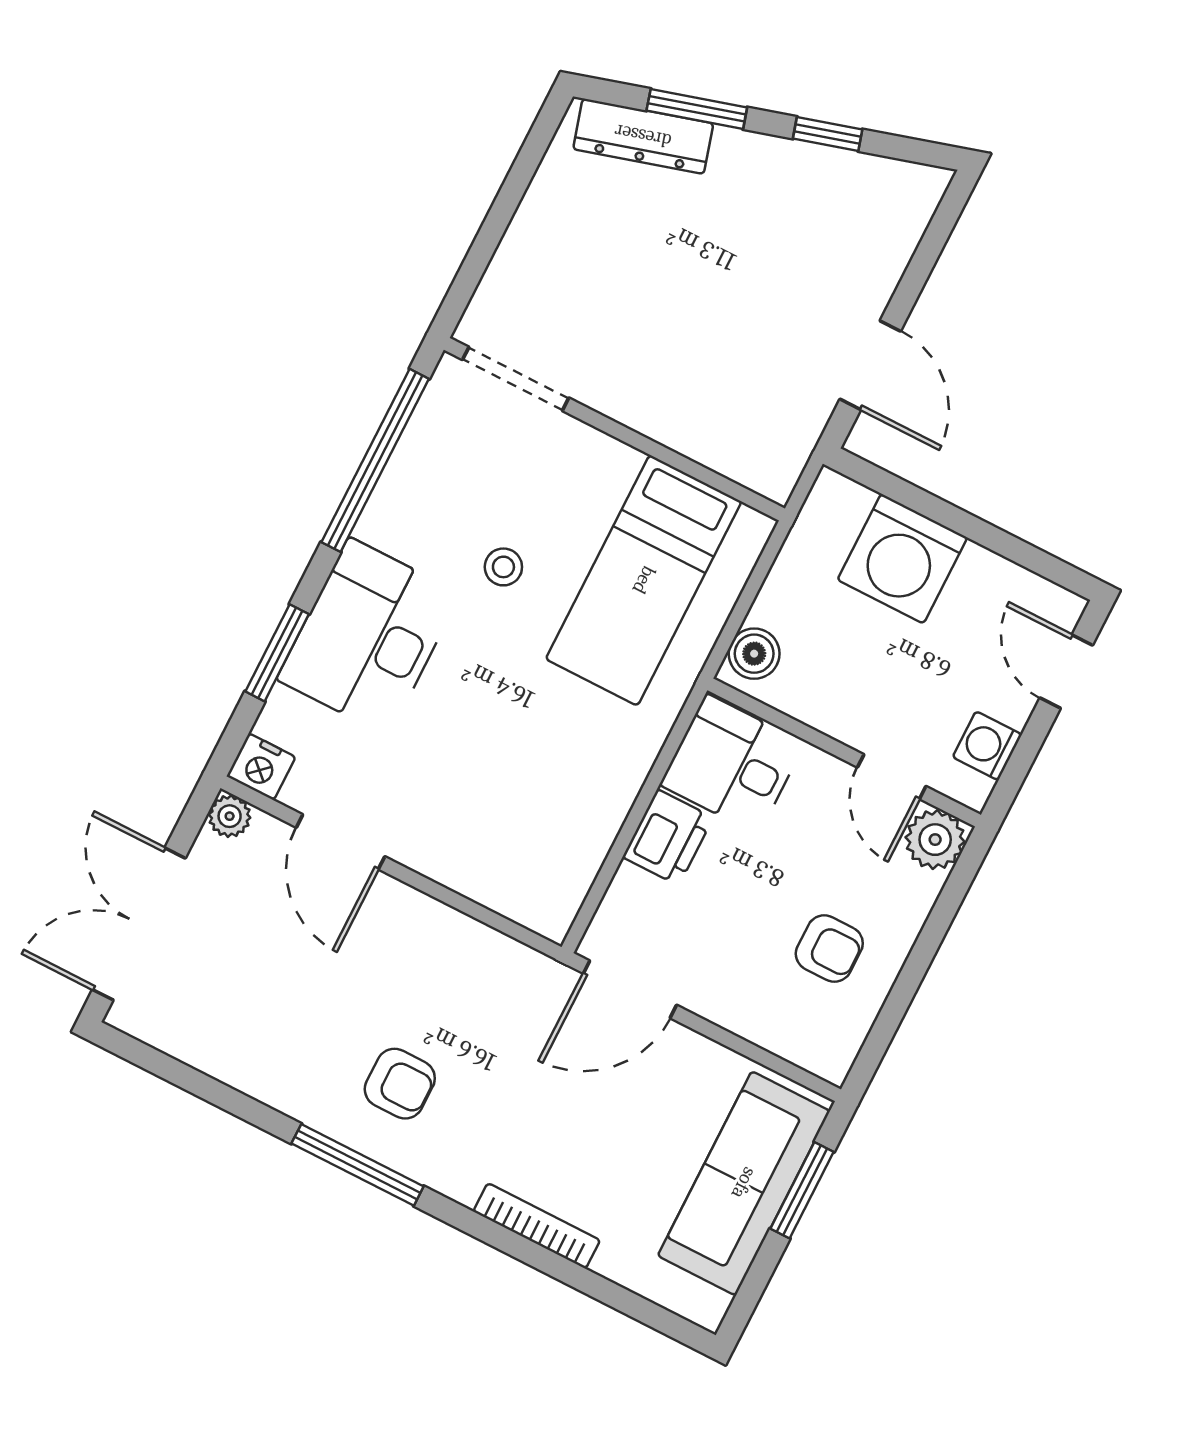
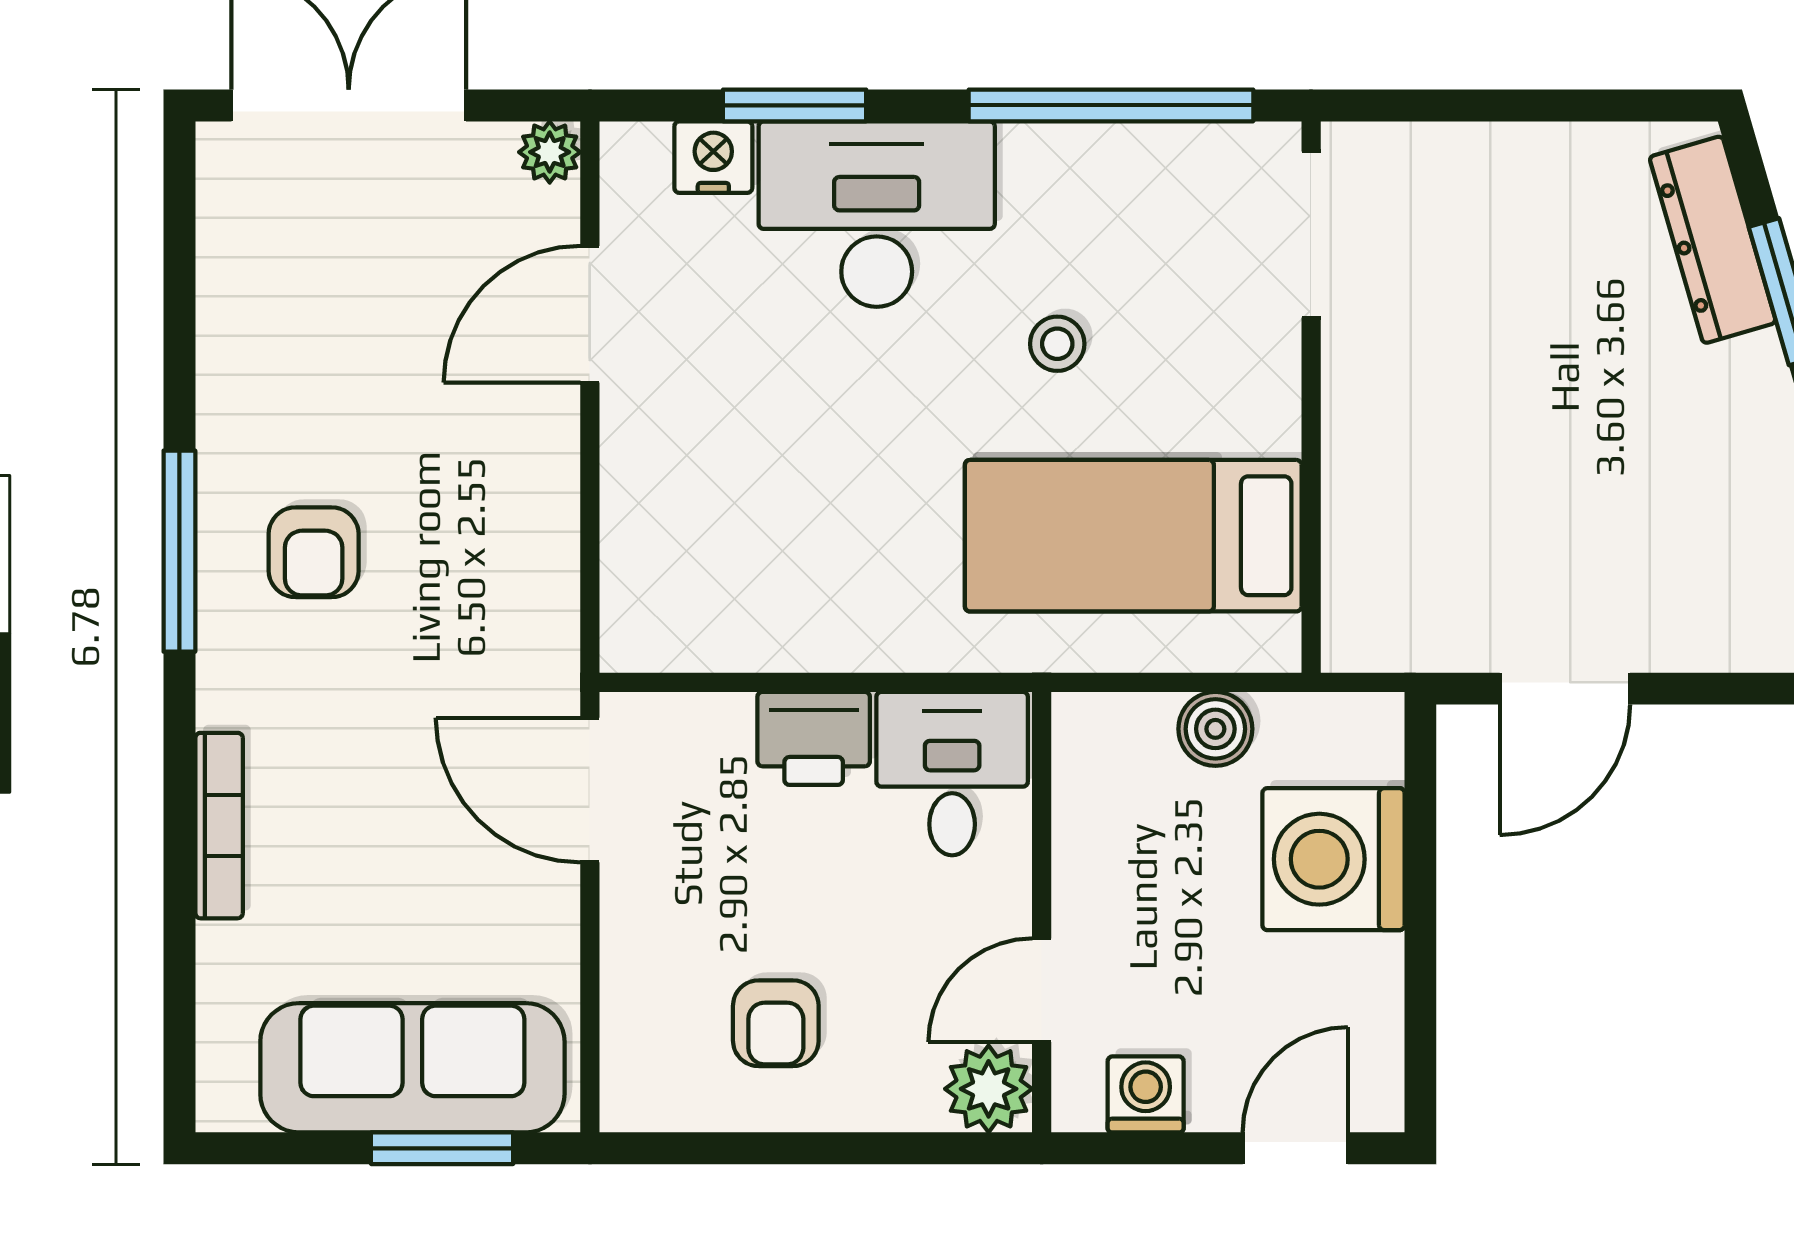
boiler: (754, 654) -> (1215, 729), moved
nightstand: (261, 767) -> (713, 157), moved, turned 90

